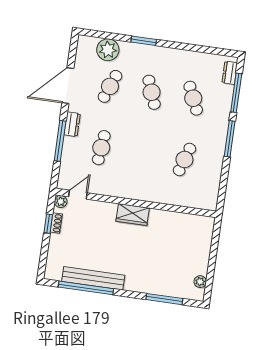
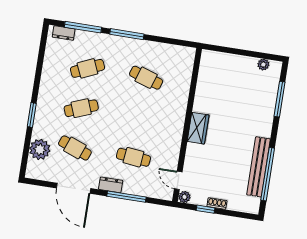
shoe rack: (56, 223) -> (217, 203), moved

